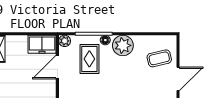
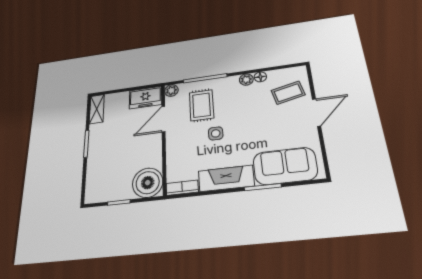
floor lamp: (105, 40) -> (260, 77), moved
plant: (123, 45) -> (246, 80), width x0.53, depth x0.53
side table: (99, 86) -> (216, 133), added

